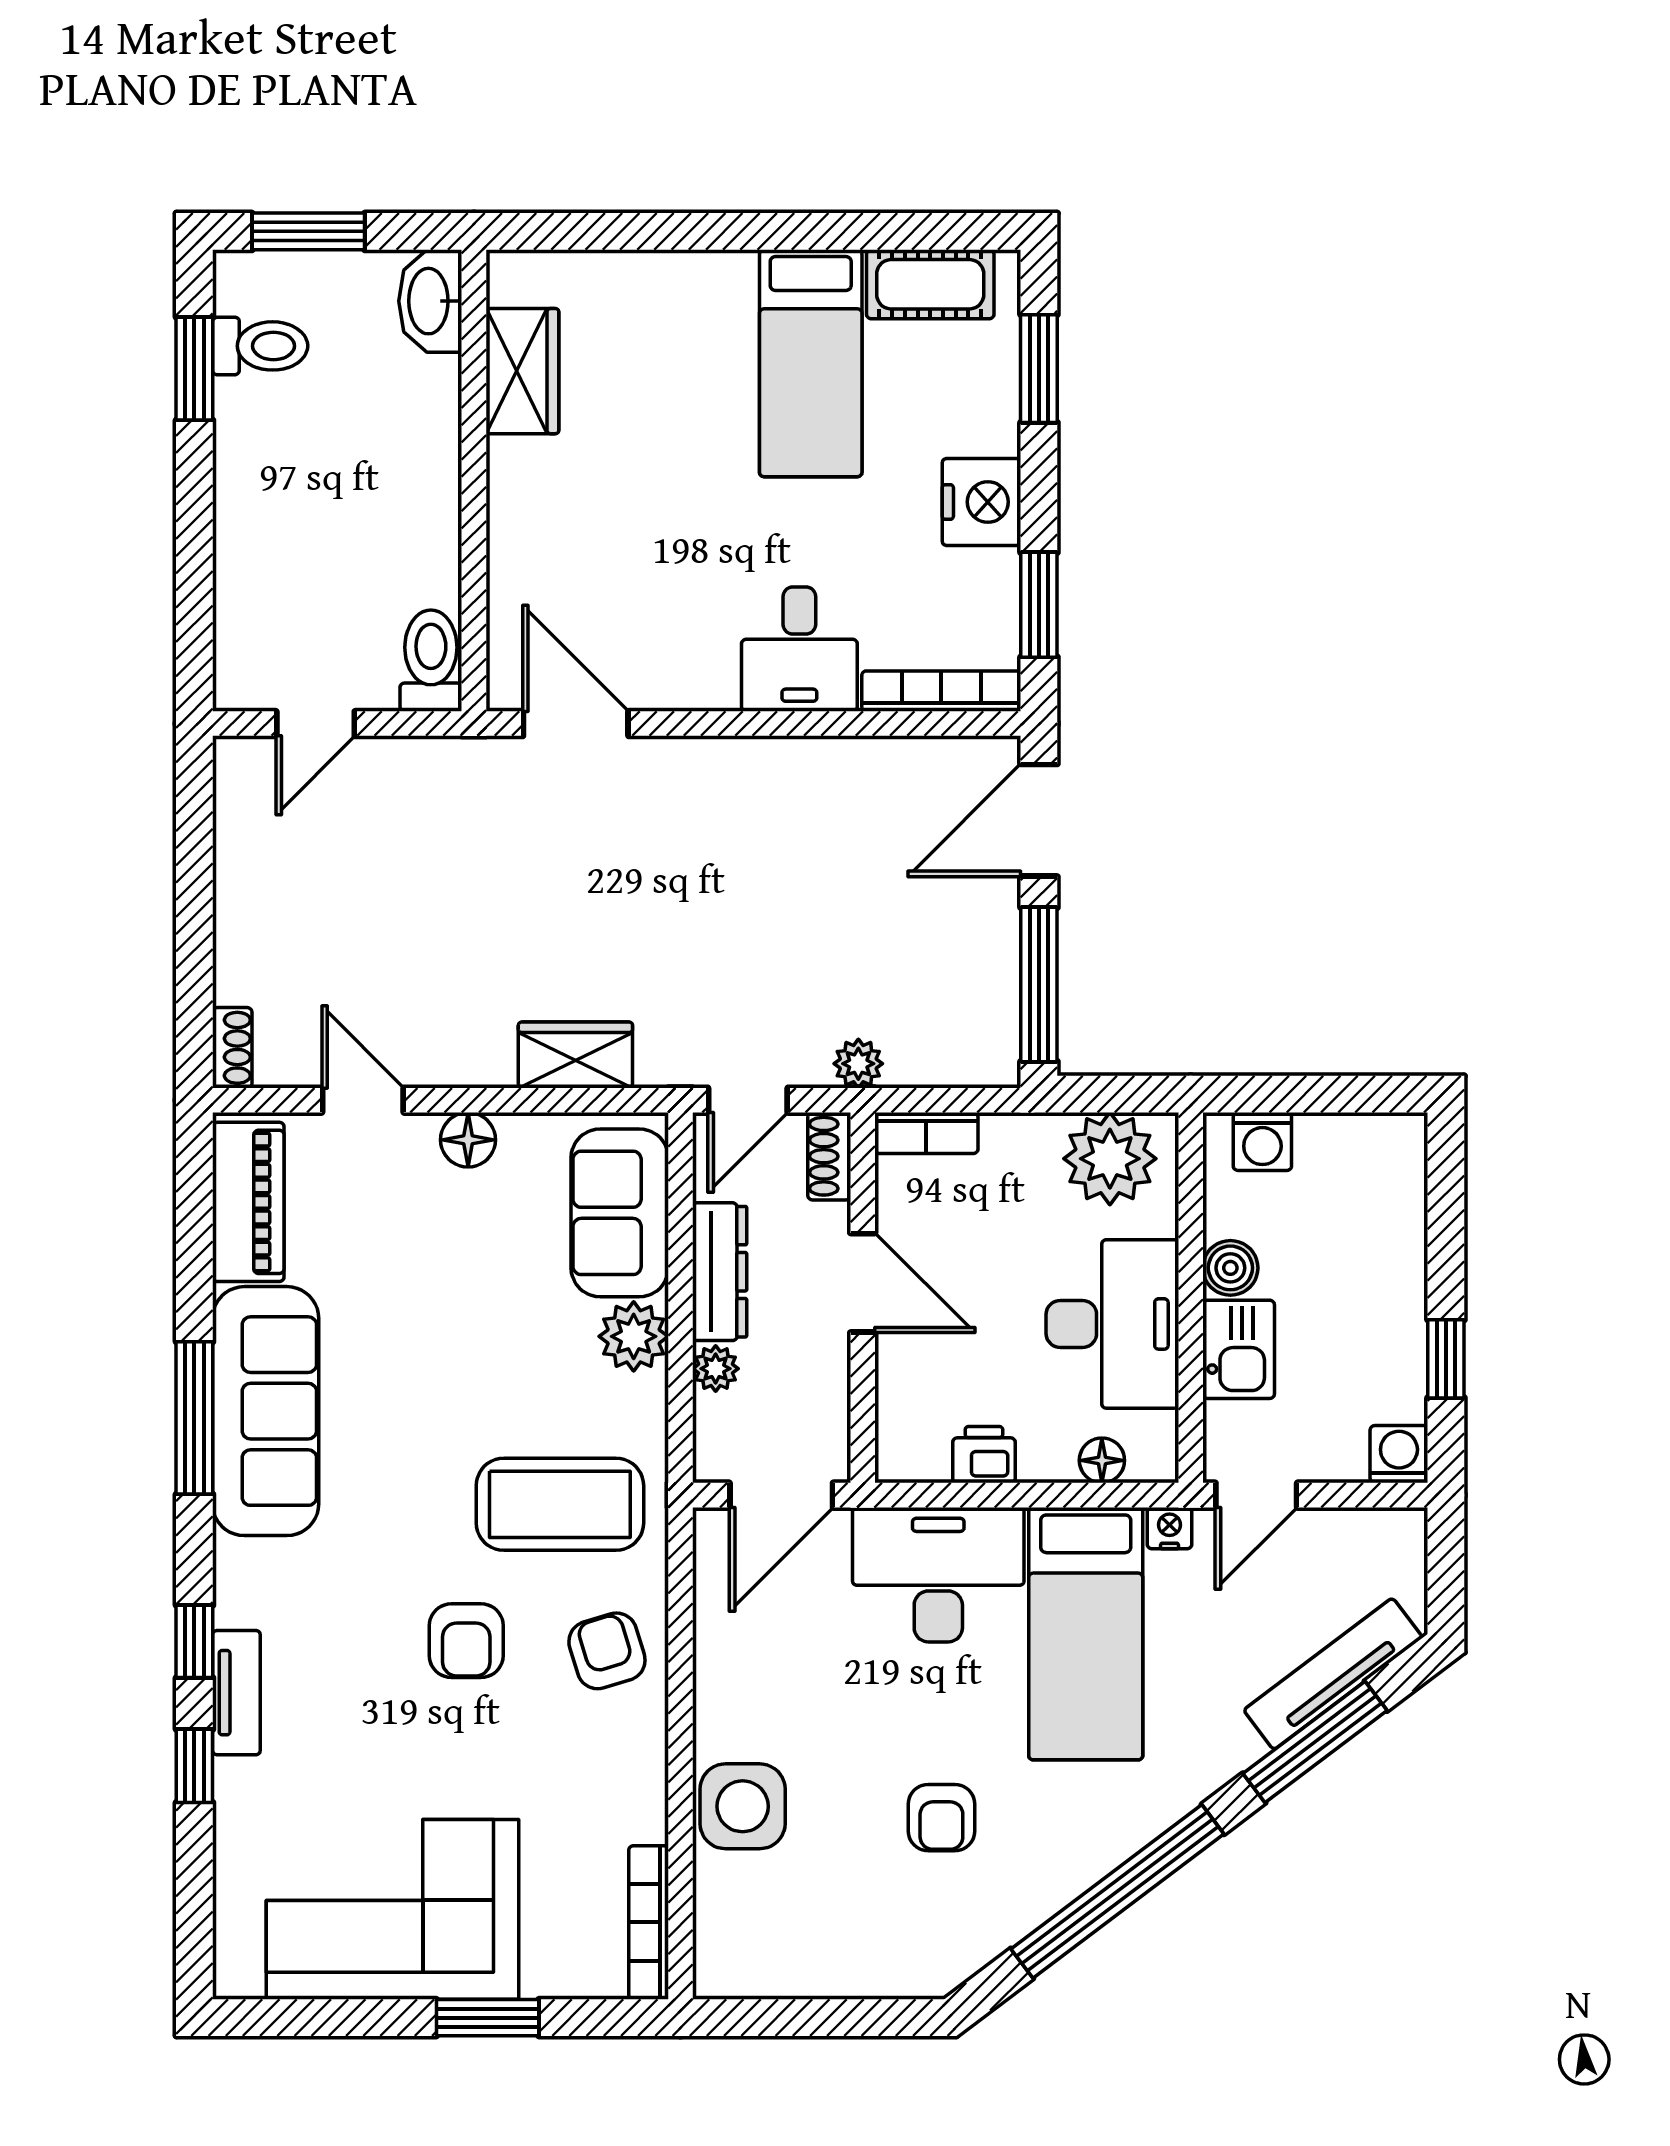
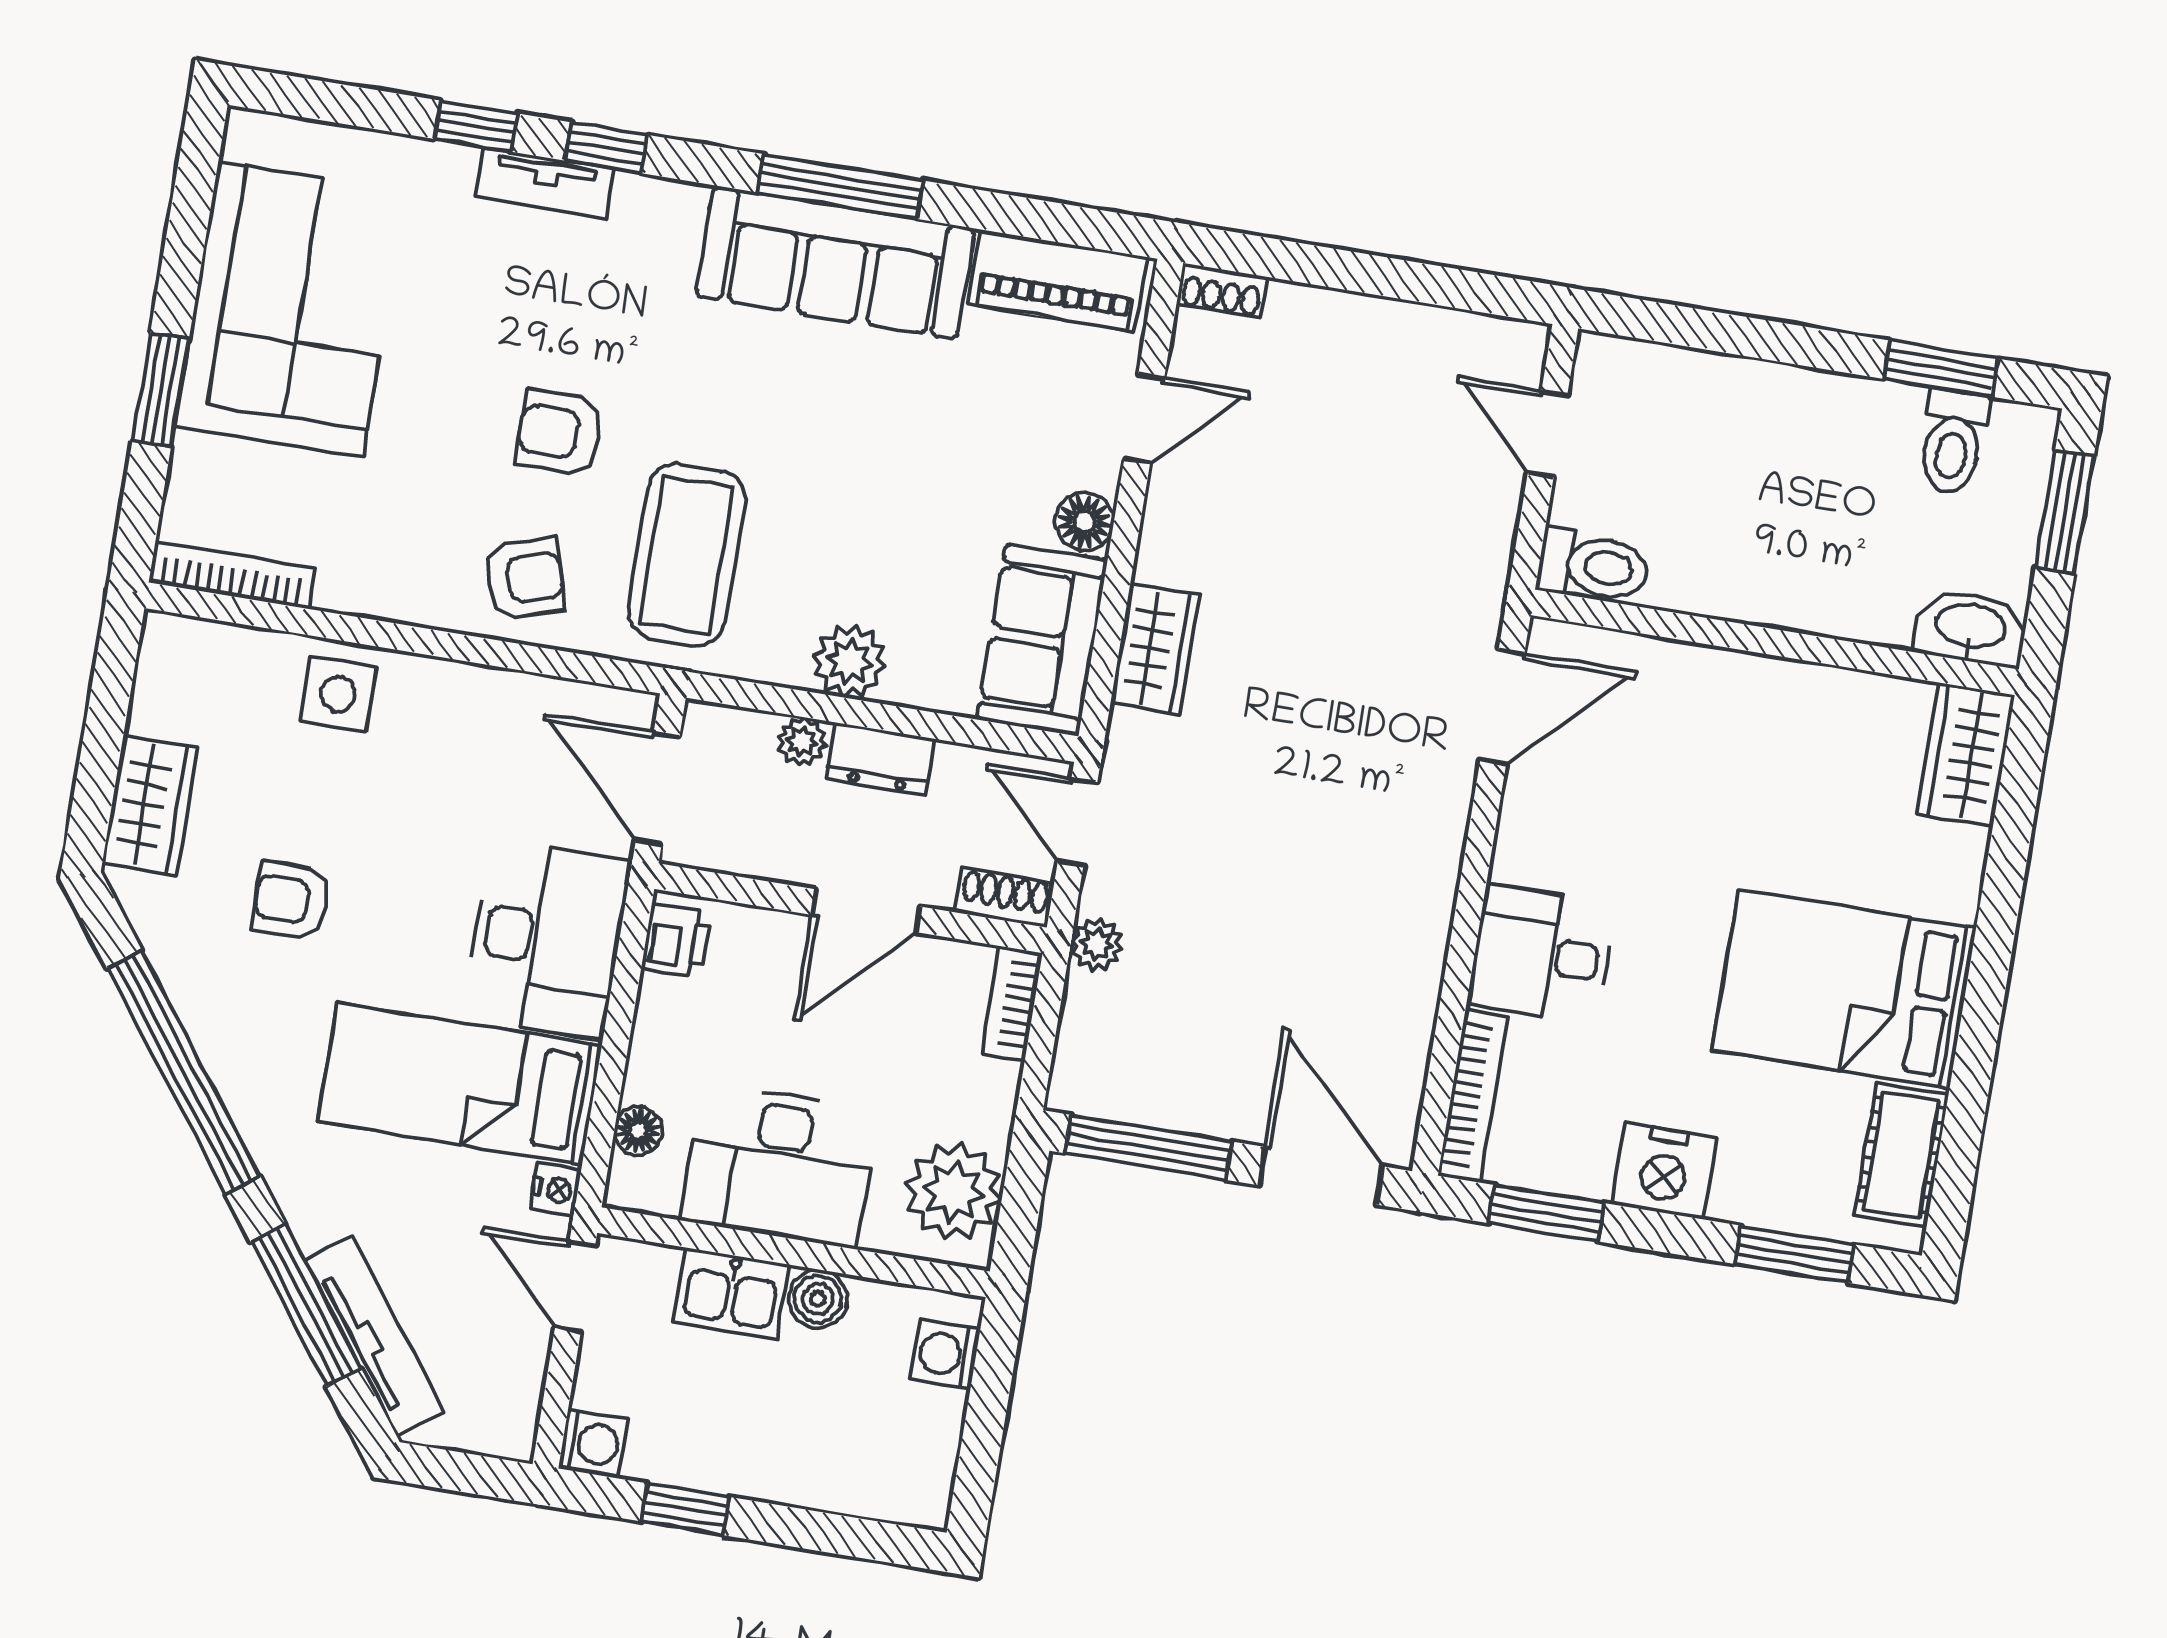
bed: (811, 363) -> (1844, 989), width x1.50
wardrobe: (522, 371) -> (1966, 755), moved, turned 90
sofa: (620, 1213) -> (1042, 640), moved, turned -90
dresser: (720, 1272) -> (881, 759), width x0.70
printer: (984, 1455) -> (676, 941), moved
side table: (743, 1806) -> (338, 694), width x0.73, depth x0.73
wardrobe: (875, 1964) -> (150, 805), added

